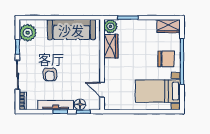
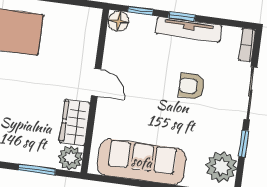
armchair: (50, 74) -> (191, 86), turned -90
door: (102, 90) -> (96, 82), moved
floor lamp: (80, 104) -> (118, 21), moved

